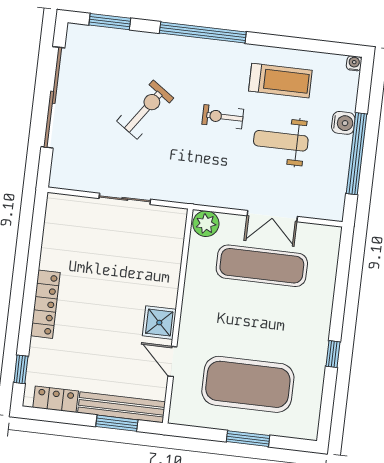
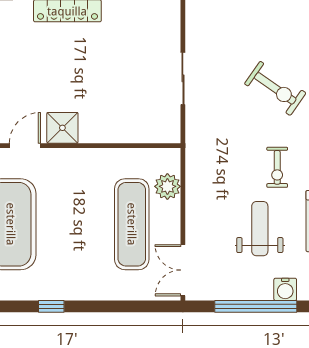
exercise bike: (223, 117) -> (277, 167), turned 180
double door: (272, 216) -> (183, 270), moved
plant: (206, 224) -> (167, 186), moved

